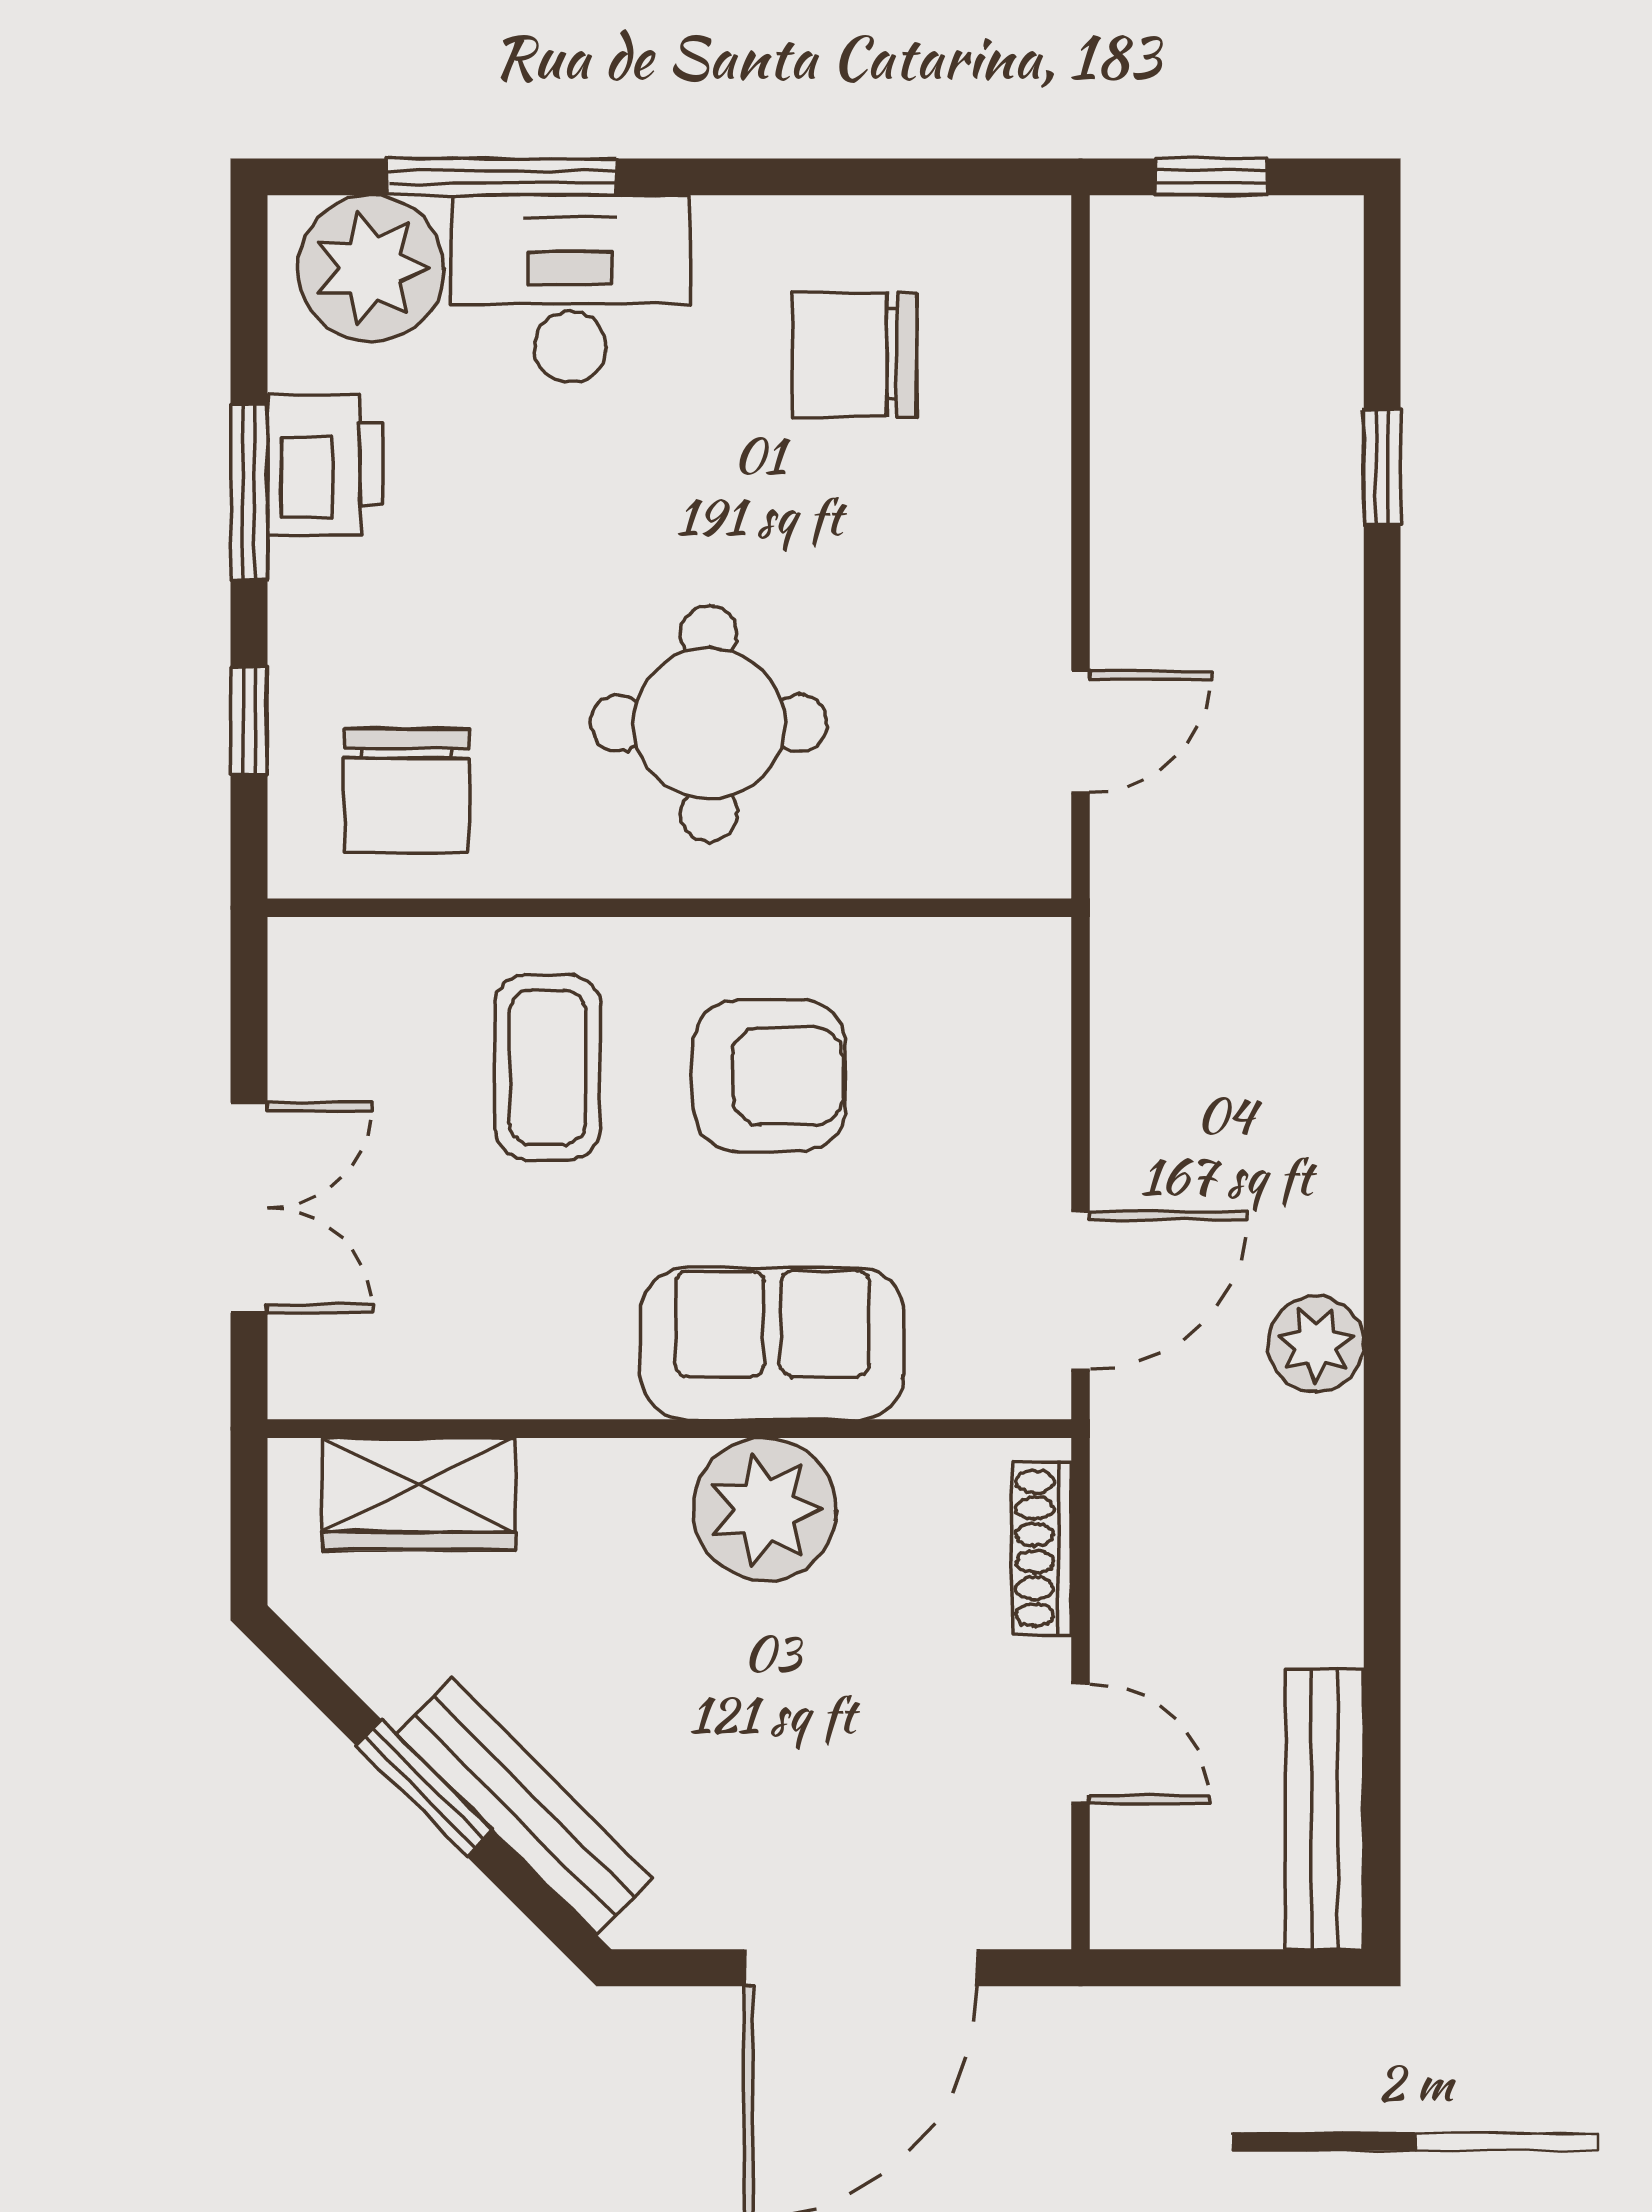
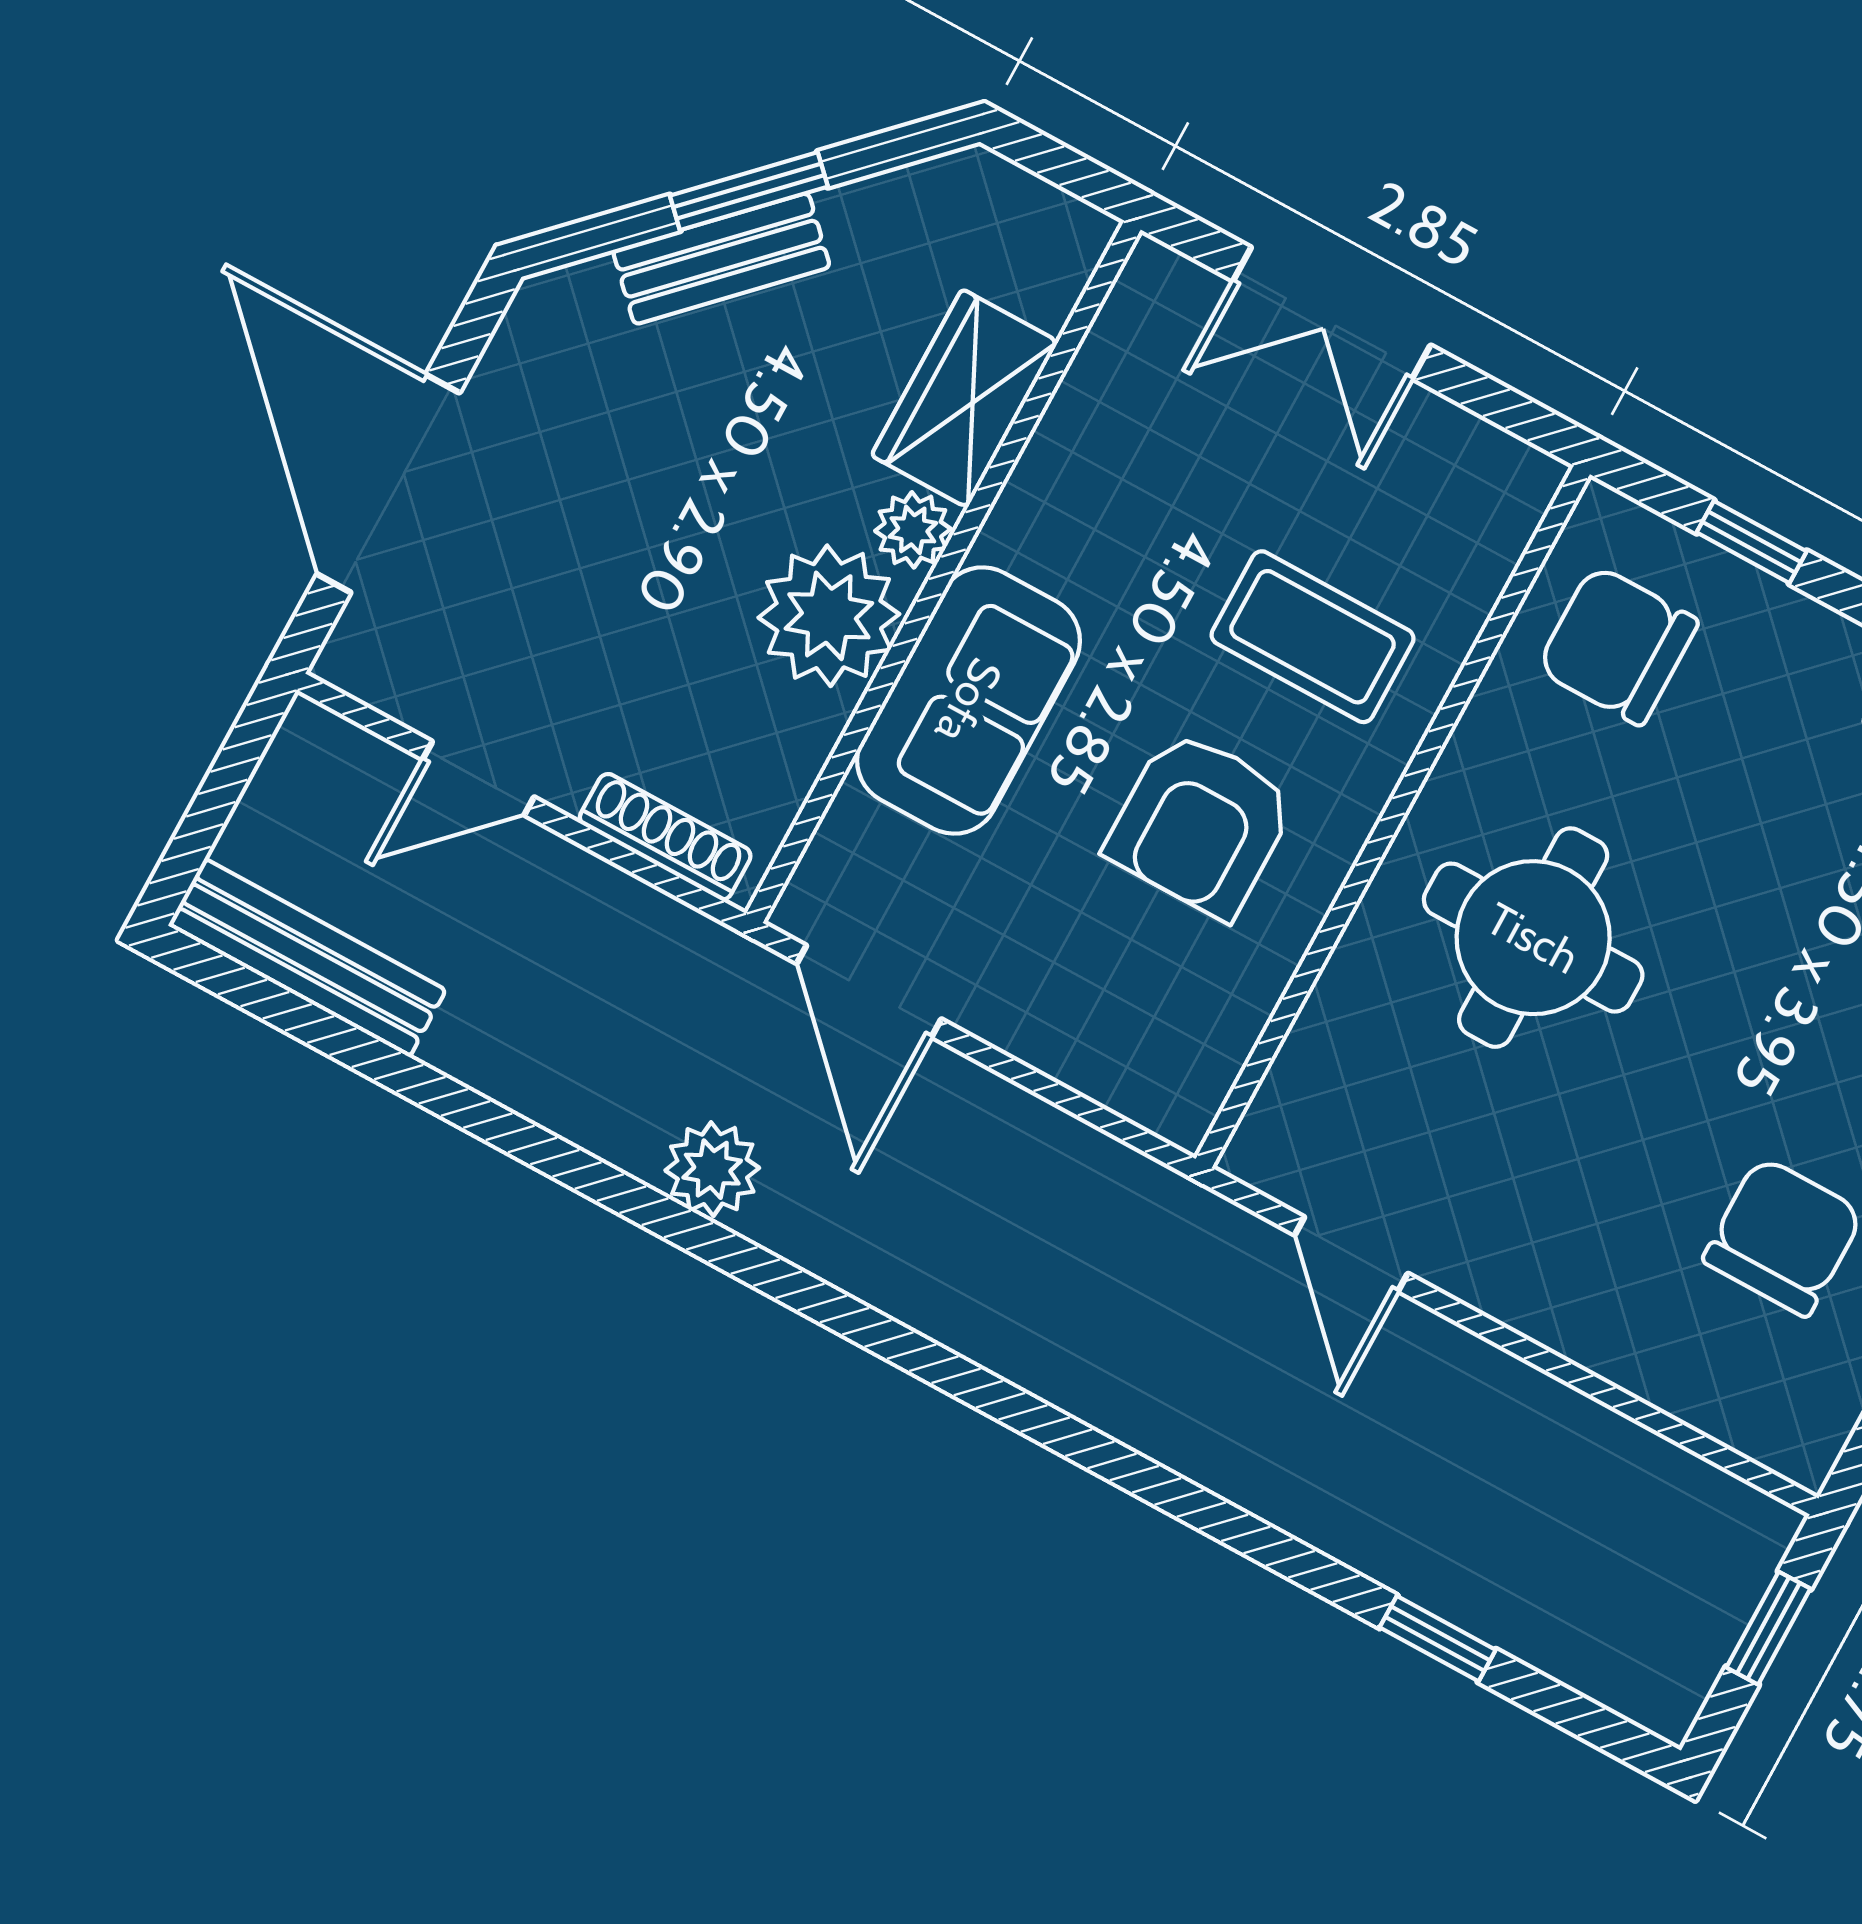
plant: (647, 1476) -> (913, 530), added
wardrobe: (419, 1494) -> (965, 399), moved
bench: (525, 1806) -> (721, 259), width x0.73

